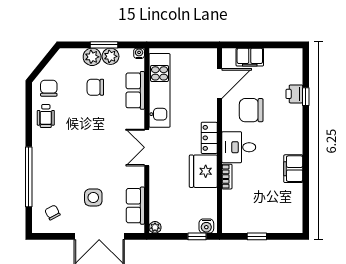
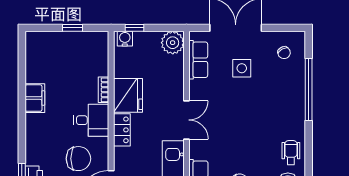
plant: (155, 227) -> (173, 43), width x1.87, depth x1.87

